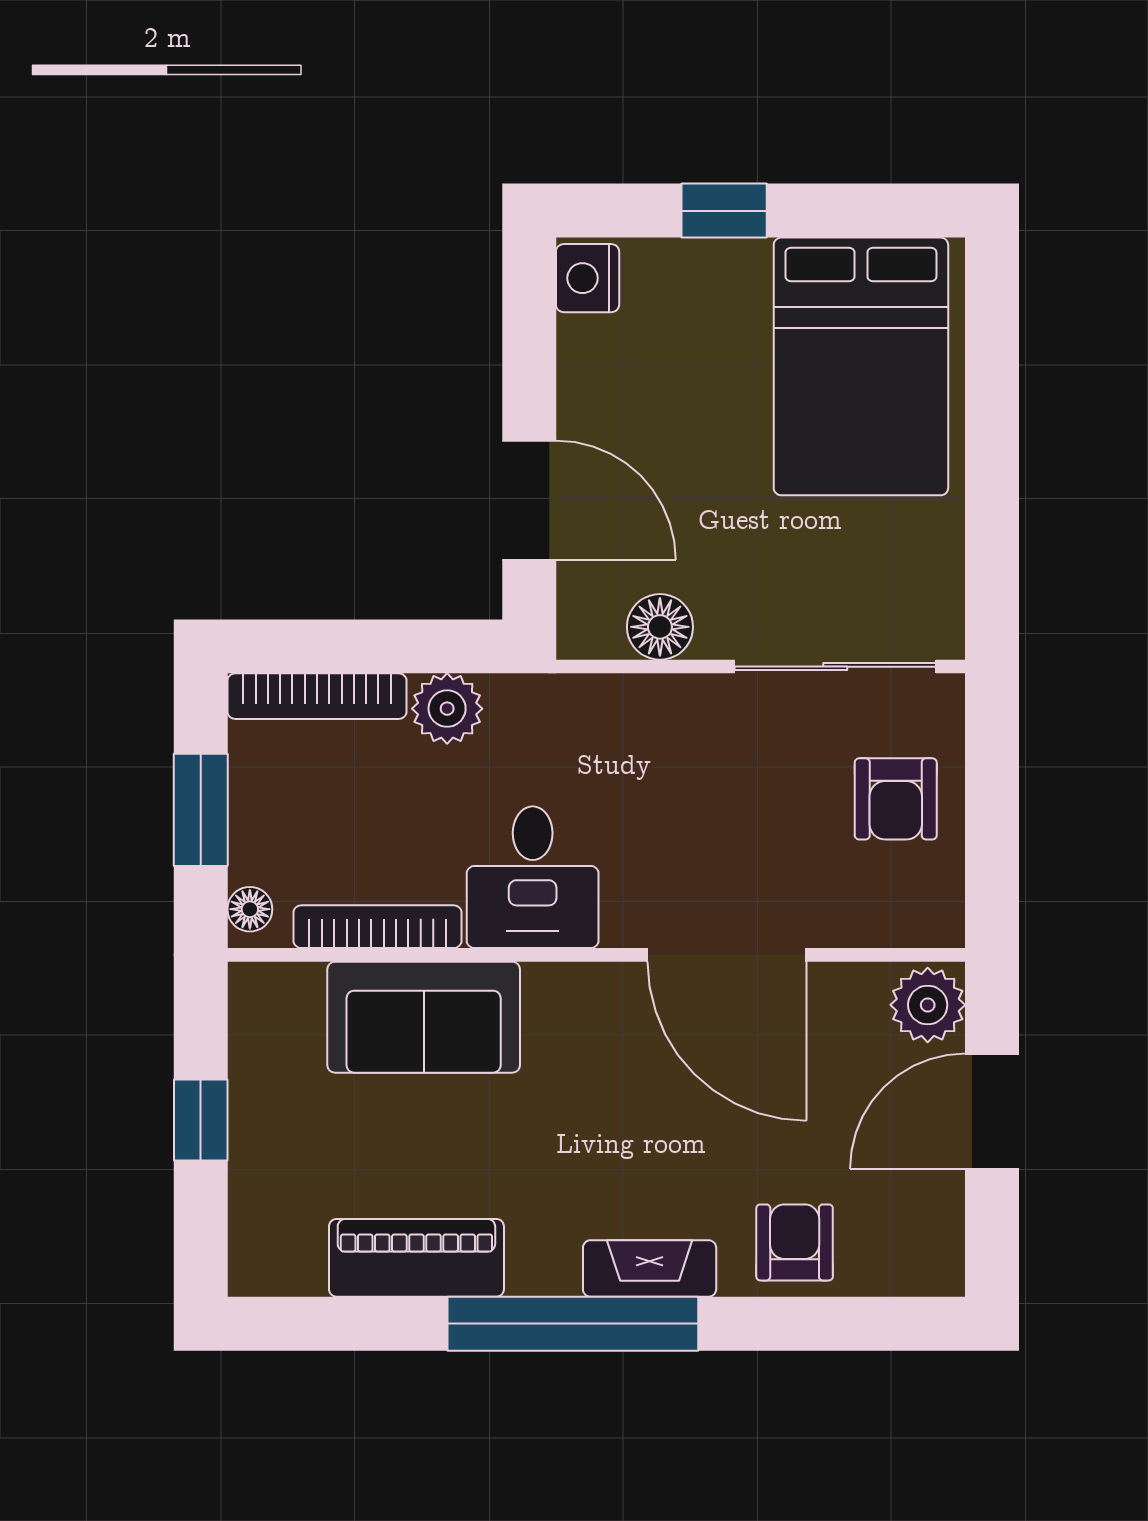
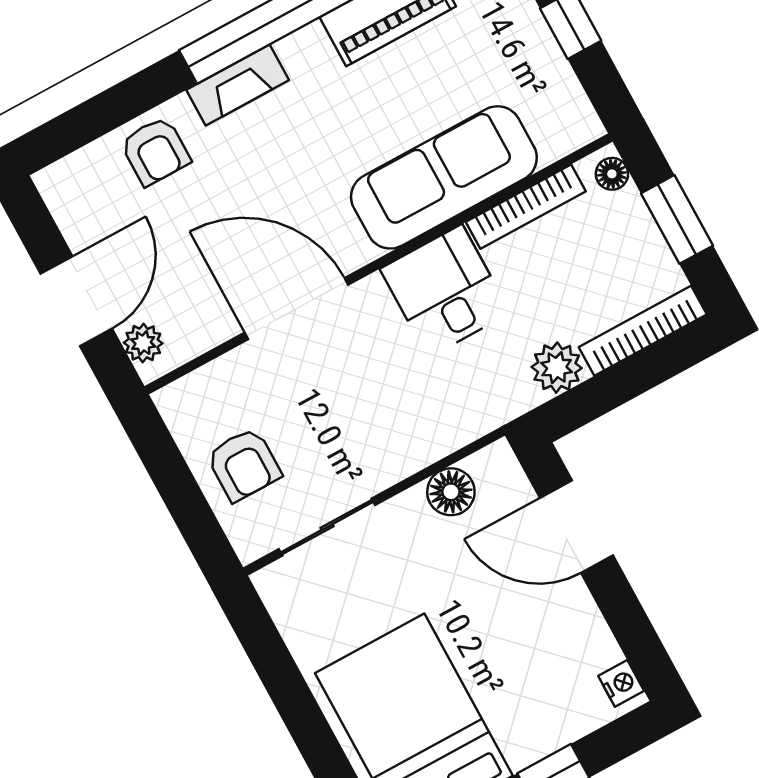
nightstand: (588, 278) -> (621, 683), width x0.72, depth x0.74
sliding door: (835, 667) -> (327, 527), width x0.73
armchair: (896, 799) -> (244, 465), turned 180
plant: (928, 1005) -> (143, 343), width x0.73, depth x0.73
sofa: (424, 1017) -> (444, 177), width x1.36

